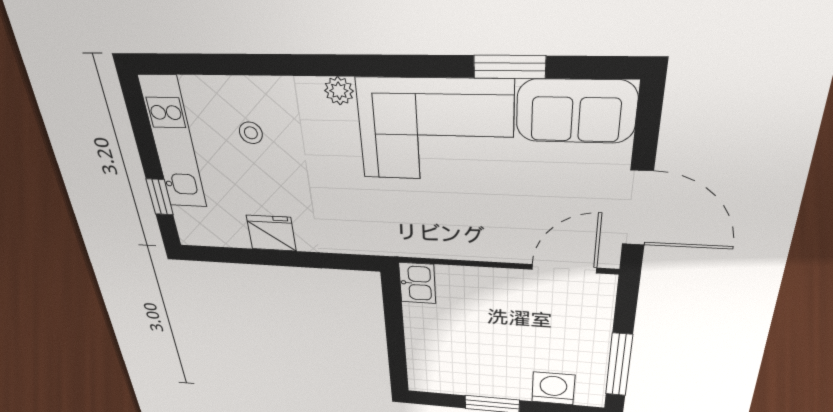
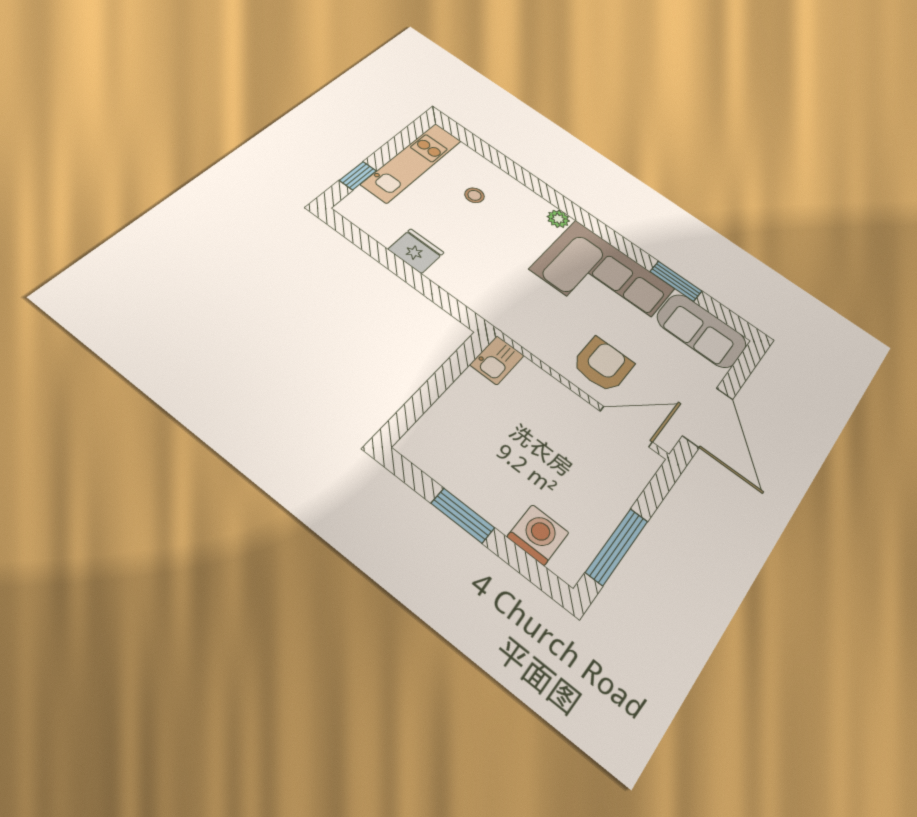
armchair: (504, 225) -> (603, 365), added

